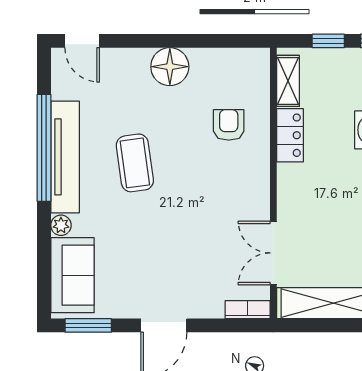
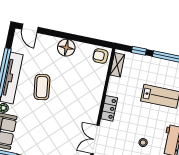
armchair: (229, 125) -> (100, 56), moved, turned -90
locker: (290, 135) -> (109, 108), moved

